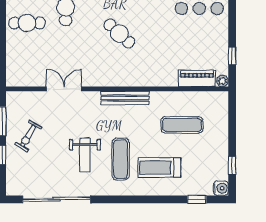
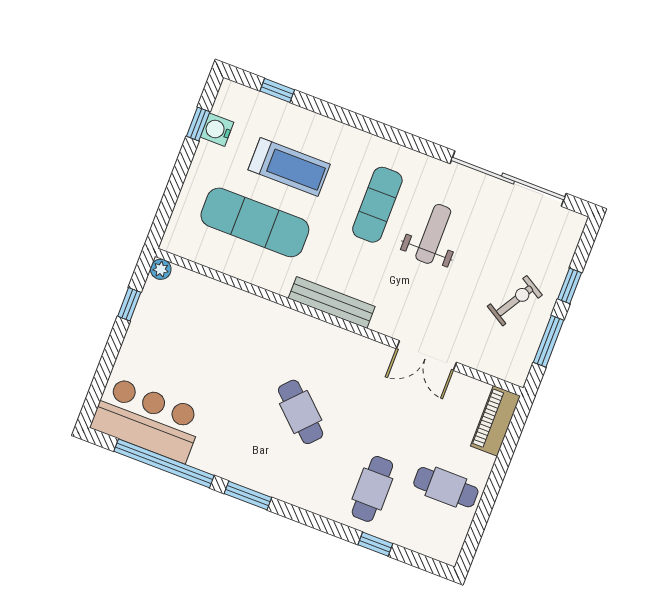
piano: (197, 78) -> (495, 421), moved, turned 90
exercise mat: (182, 125) -> (255, 222), width x1.36, depth x1.45
treadmill: (159, 167) -> (289, 167), moved
water cooler: (221, 188) -> (217, 130), moved

